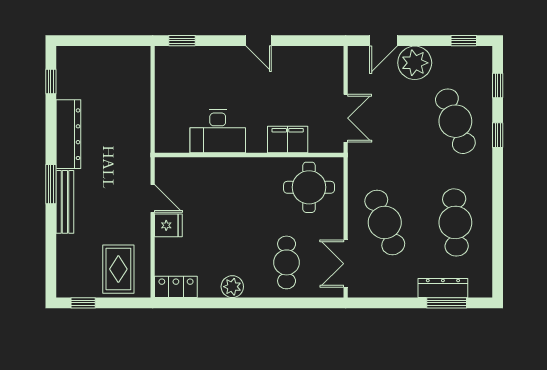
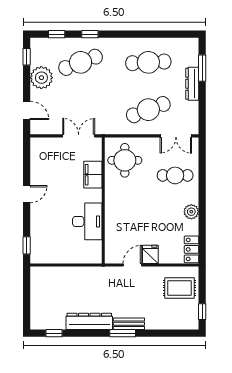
plant: (415, 63) -> (41, 78), moved
bench: (65, 202) -> (129, 324), width x0.73
dresser: (443, 288) -> (192, 84), moved

